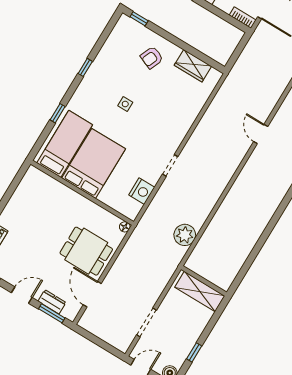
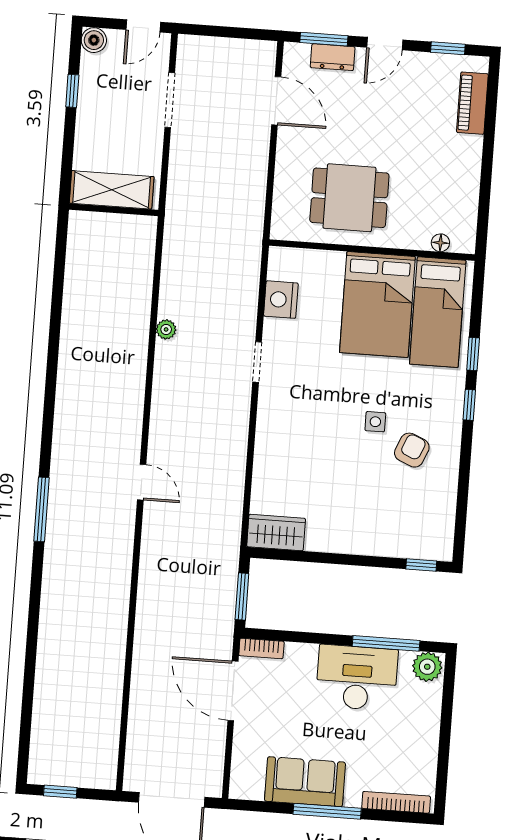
window: (239, 49) -> (242, 597), added
armchair: (152, 58) -> (412, 450), moved
wardrobe: (193, 66) -> (276, 533), moved
window: (85, 67) -> (469, 405), moved
floor lamp: (125, 227) -> (440, 243), moved
plant: (185, 235) -> (166, 329), moved, width x0.53, depth x0.53
dining table: (86, 251) -> (349, 198), moved

